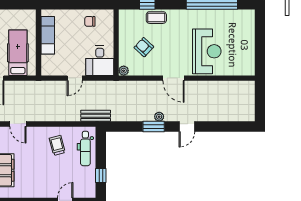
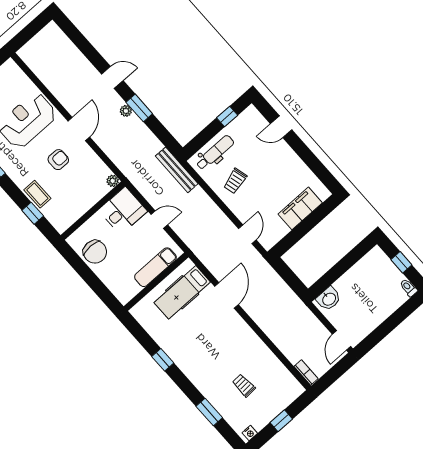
chair: (90, 21) -> (95, 252), width x1.87, depth x1.87
exam couch: (48, 35) -> (156, 267), moved
armchair: (144, 47) -> (58, 160), moved, turned -133
bench: (96, 116) -> (177, 170), width x1.36

